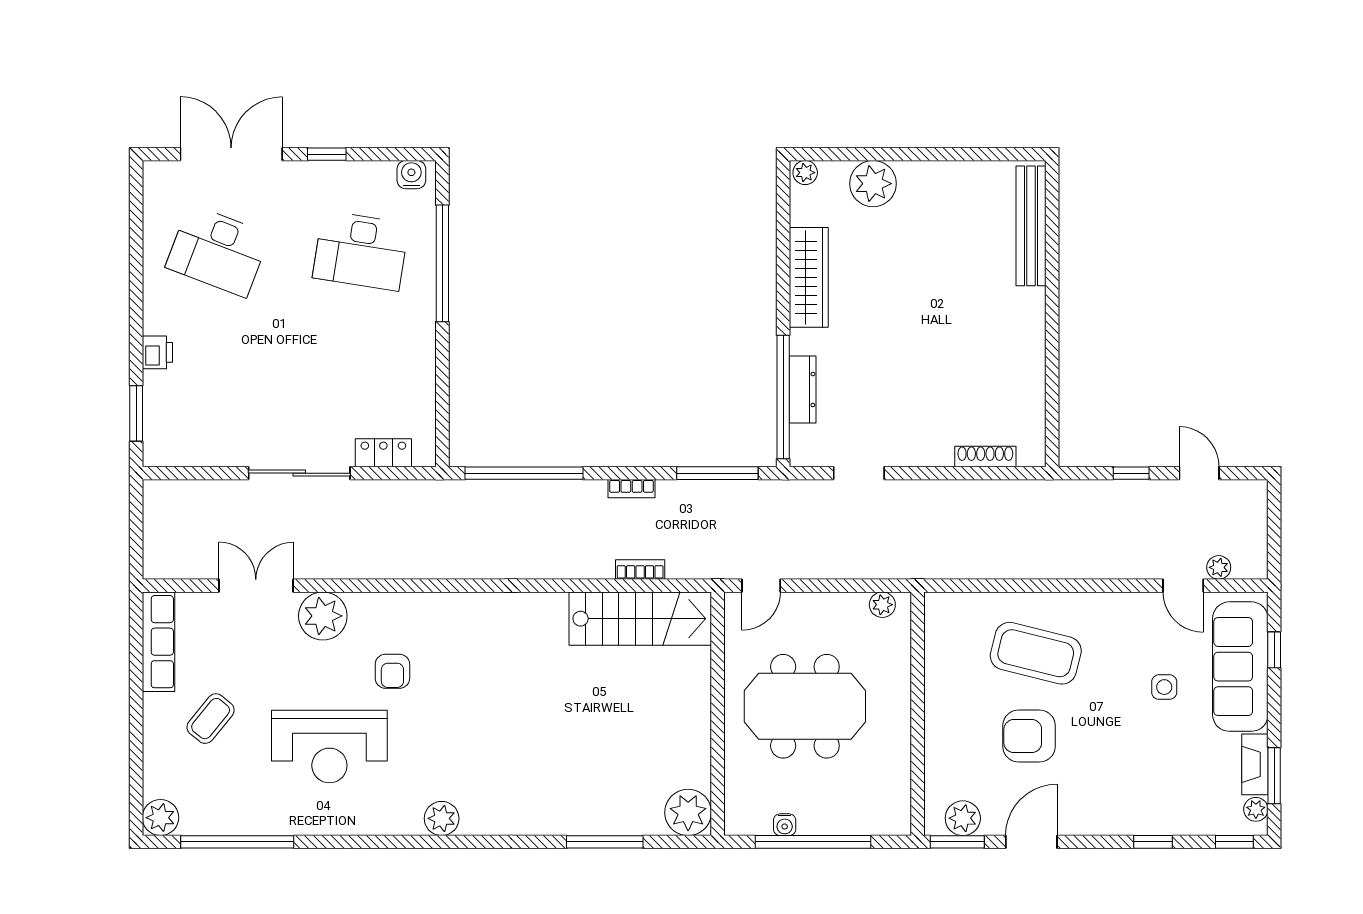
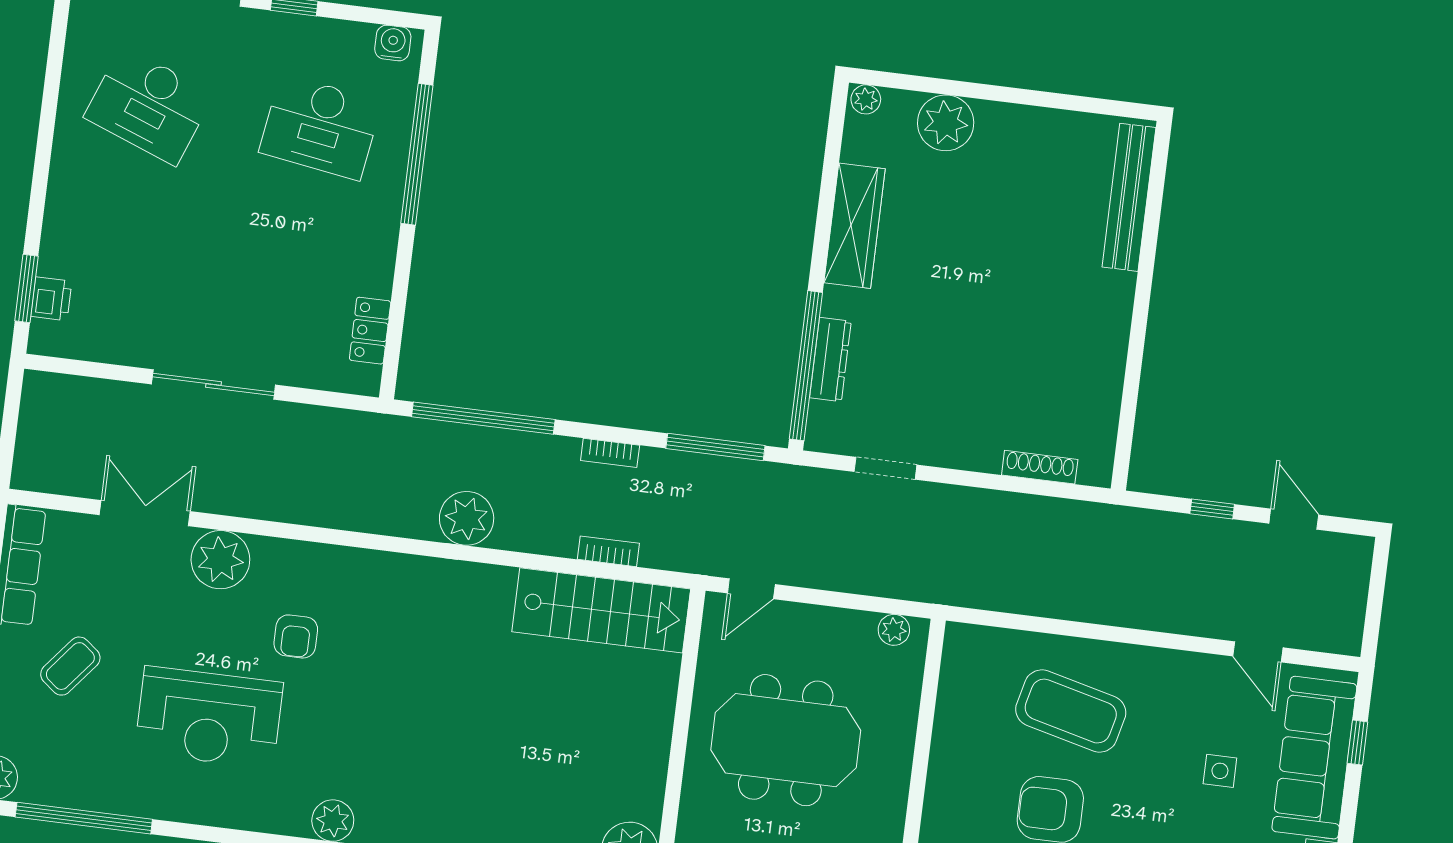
printer: (157, 352) -> (51, 299), moved
locker: (383, 453) -> (370, 331), moved, turned -90
plant: (1219, 567) -> (467, 518), moved, width x1.87, depth x1.87

